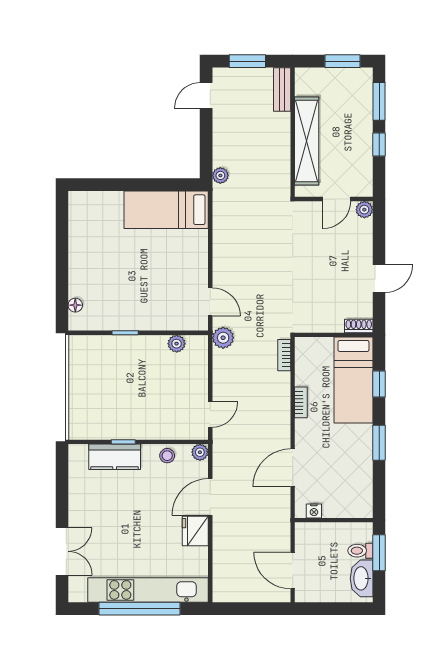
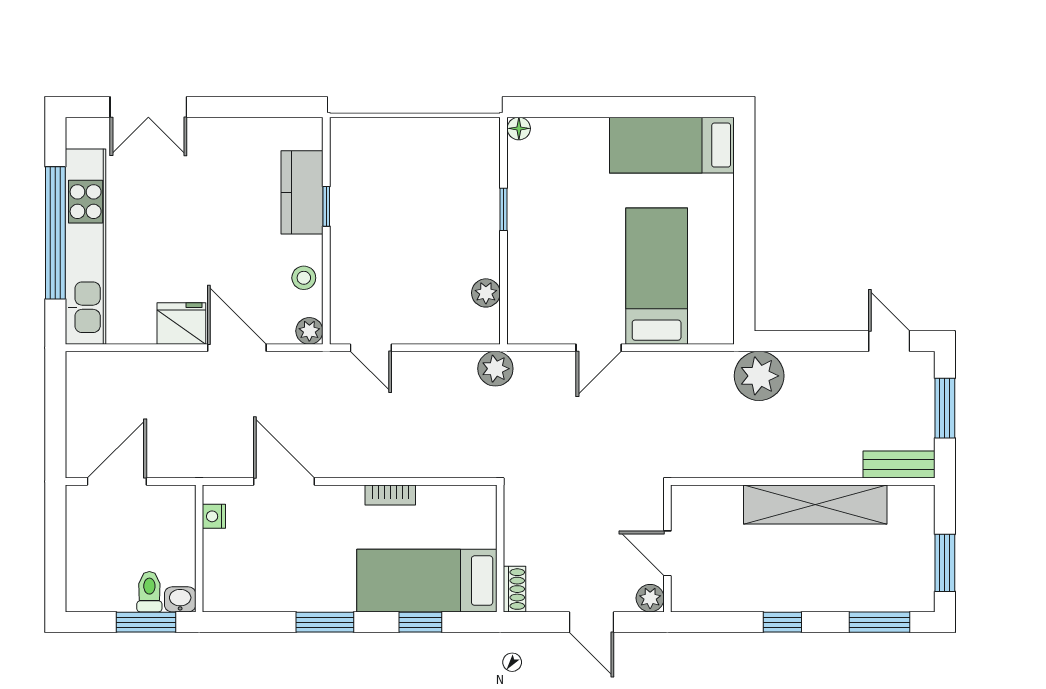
window: (379, 144) -> (782, 622), moved
plant: (220, 175) -> (759, 376), width x1.88, depth x1.88
wall: (334, 199) -> (667, 548), moved
door: (337, 199) -> (667, 553), moved
bed: (166, 210) -> (657, 276), moved
plant: (364, 210) -> (650, 598), moved
bed: (85, 229) -> (672, 145), added
door: (210, 302) -> (599, 348), moved
floor lamp: (75, 305) -> (519, 128), moved
bookcase: (284, 355) -> (467, 468), removed
washbasin: (362, 578) -> (180, 599), moved, width x0.52, depth x0.69

